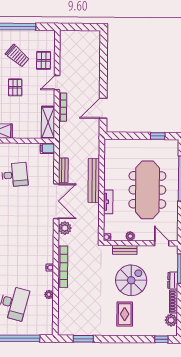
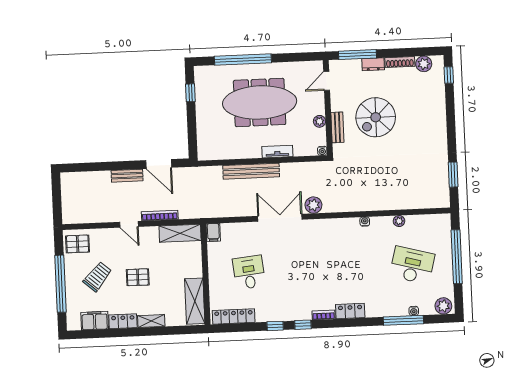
pallet: (44, 60) -> (78, 244), moved
bench: (63, 170) -> (127, 176), moved
bookcase: (63, 267) -> (363, 205), removed
spiral stairs: (131, 280) -> (376, 117), turned -90
rug: (125, 314) -> (419, 123), removed

